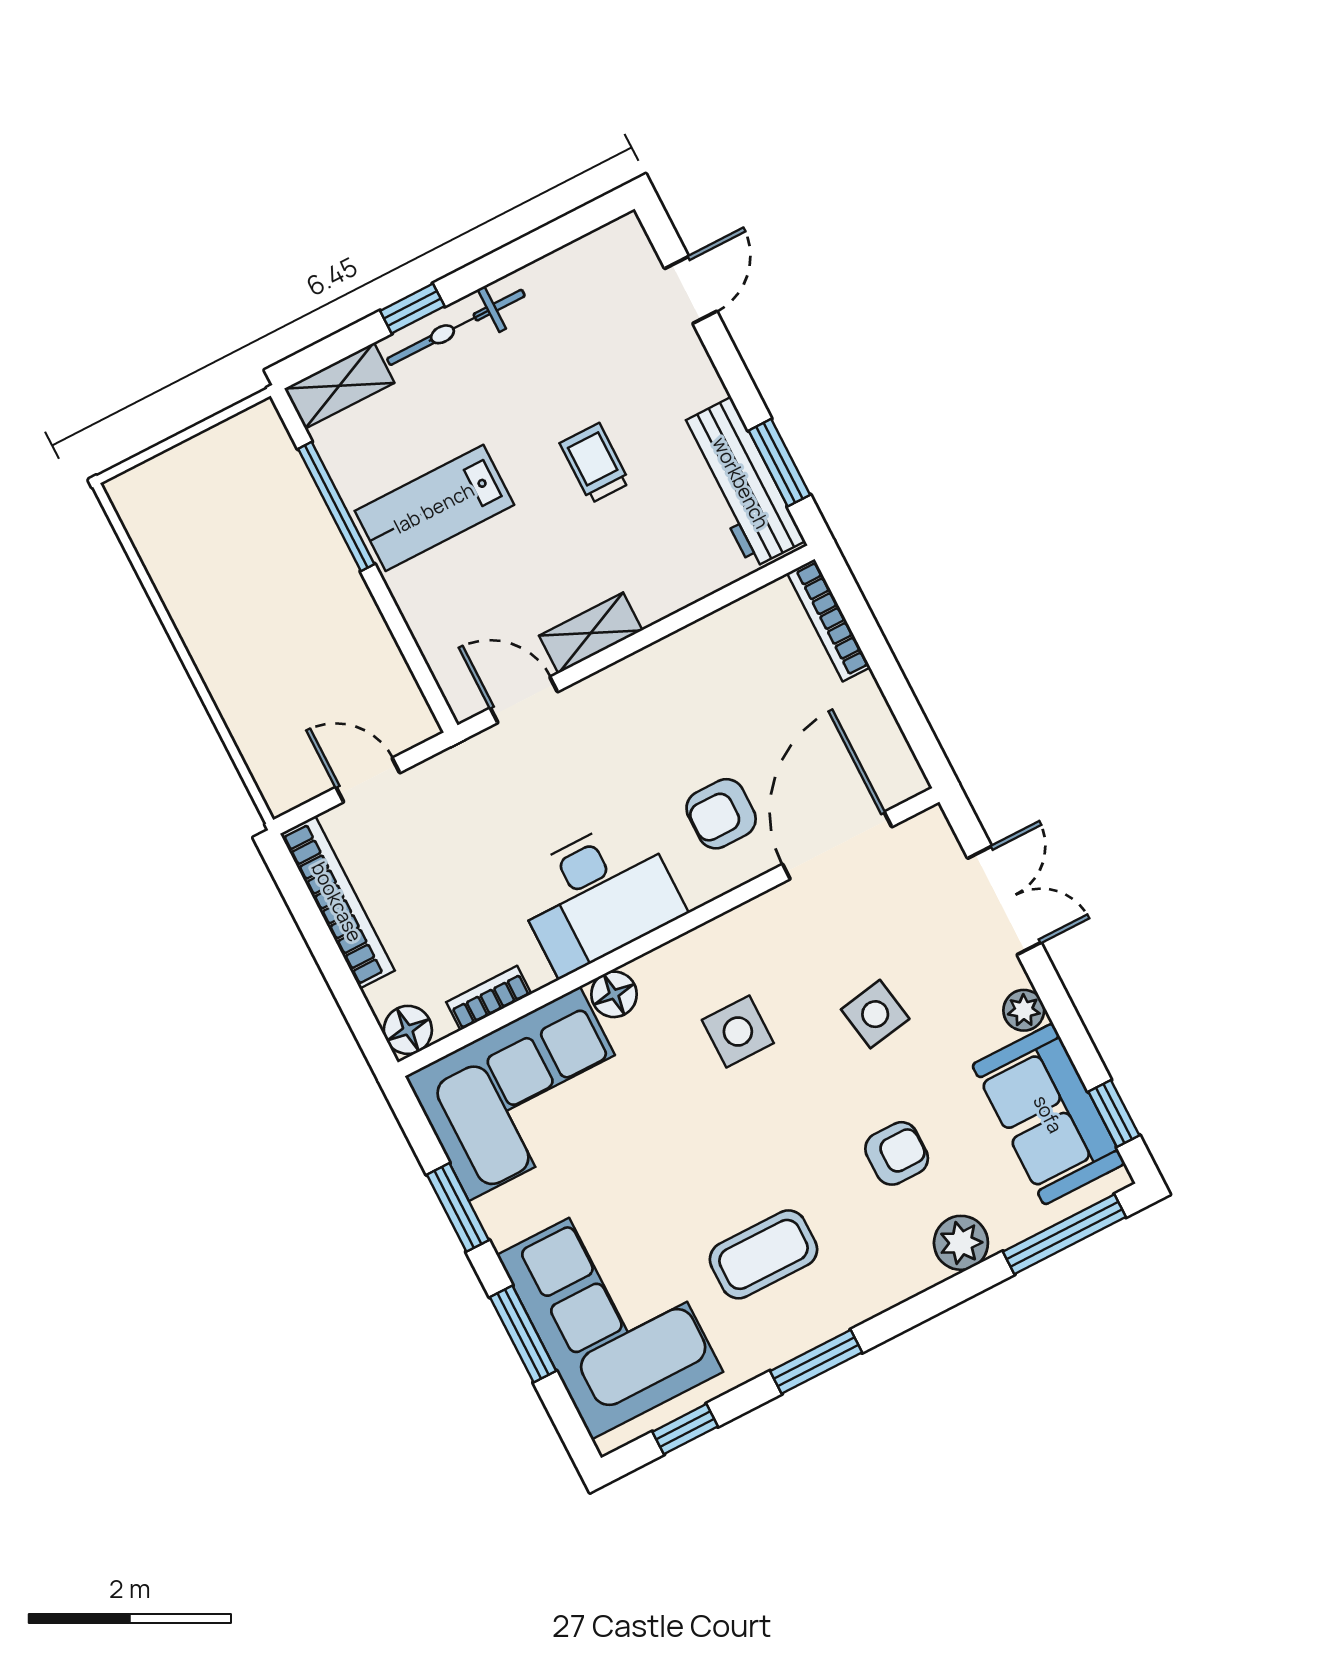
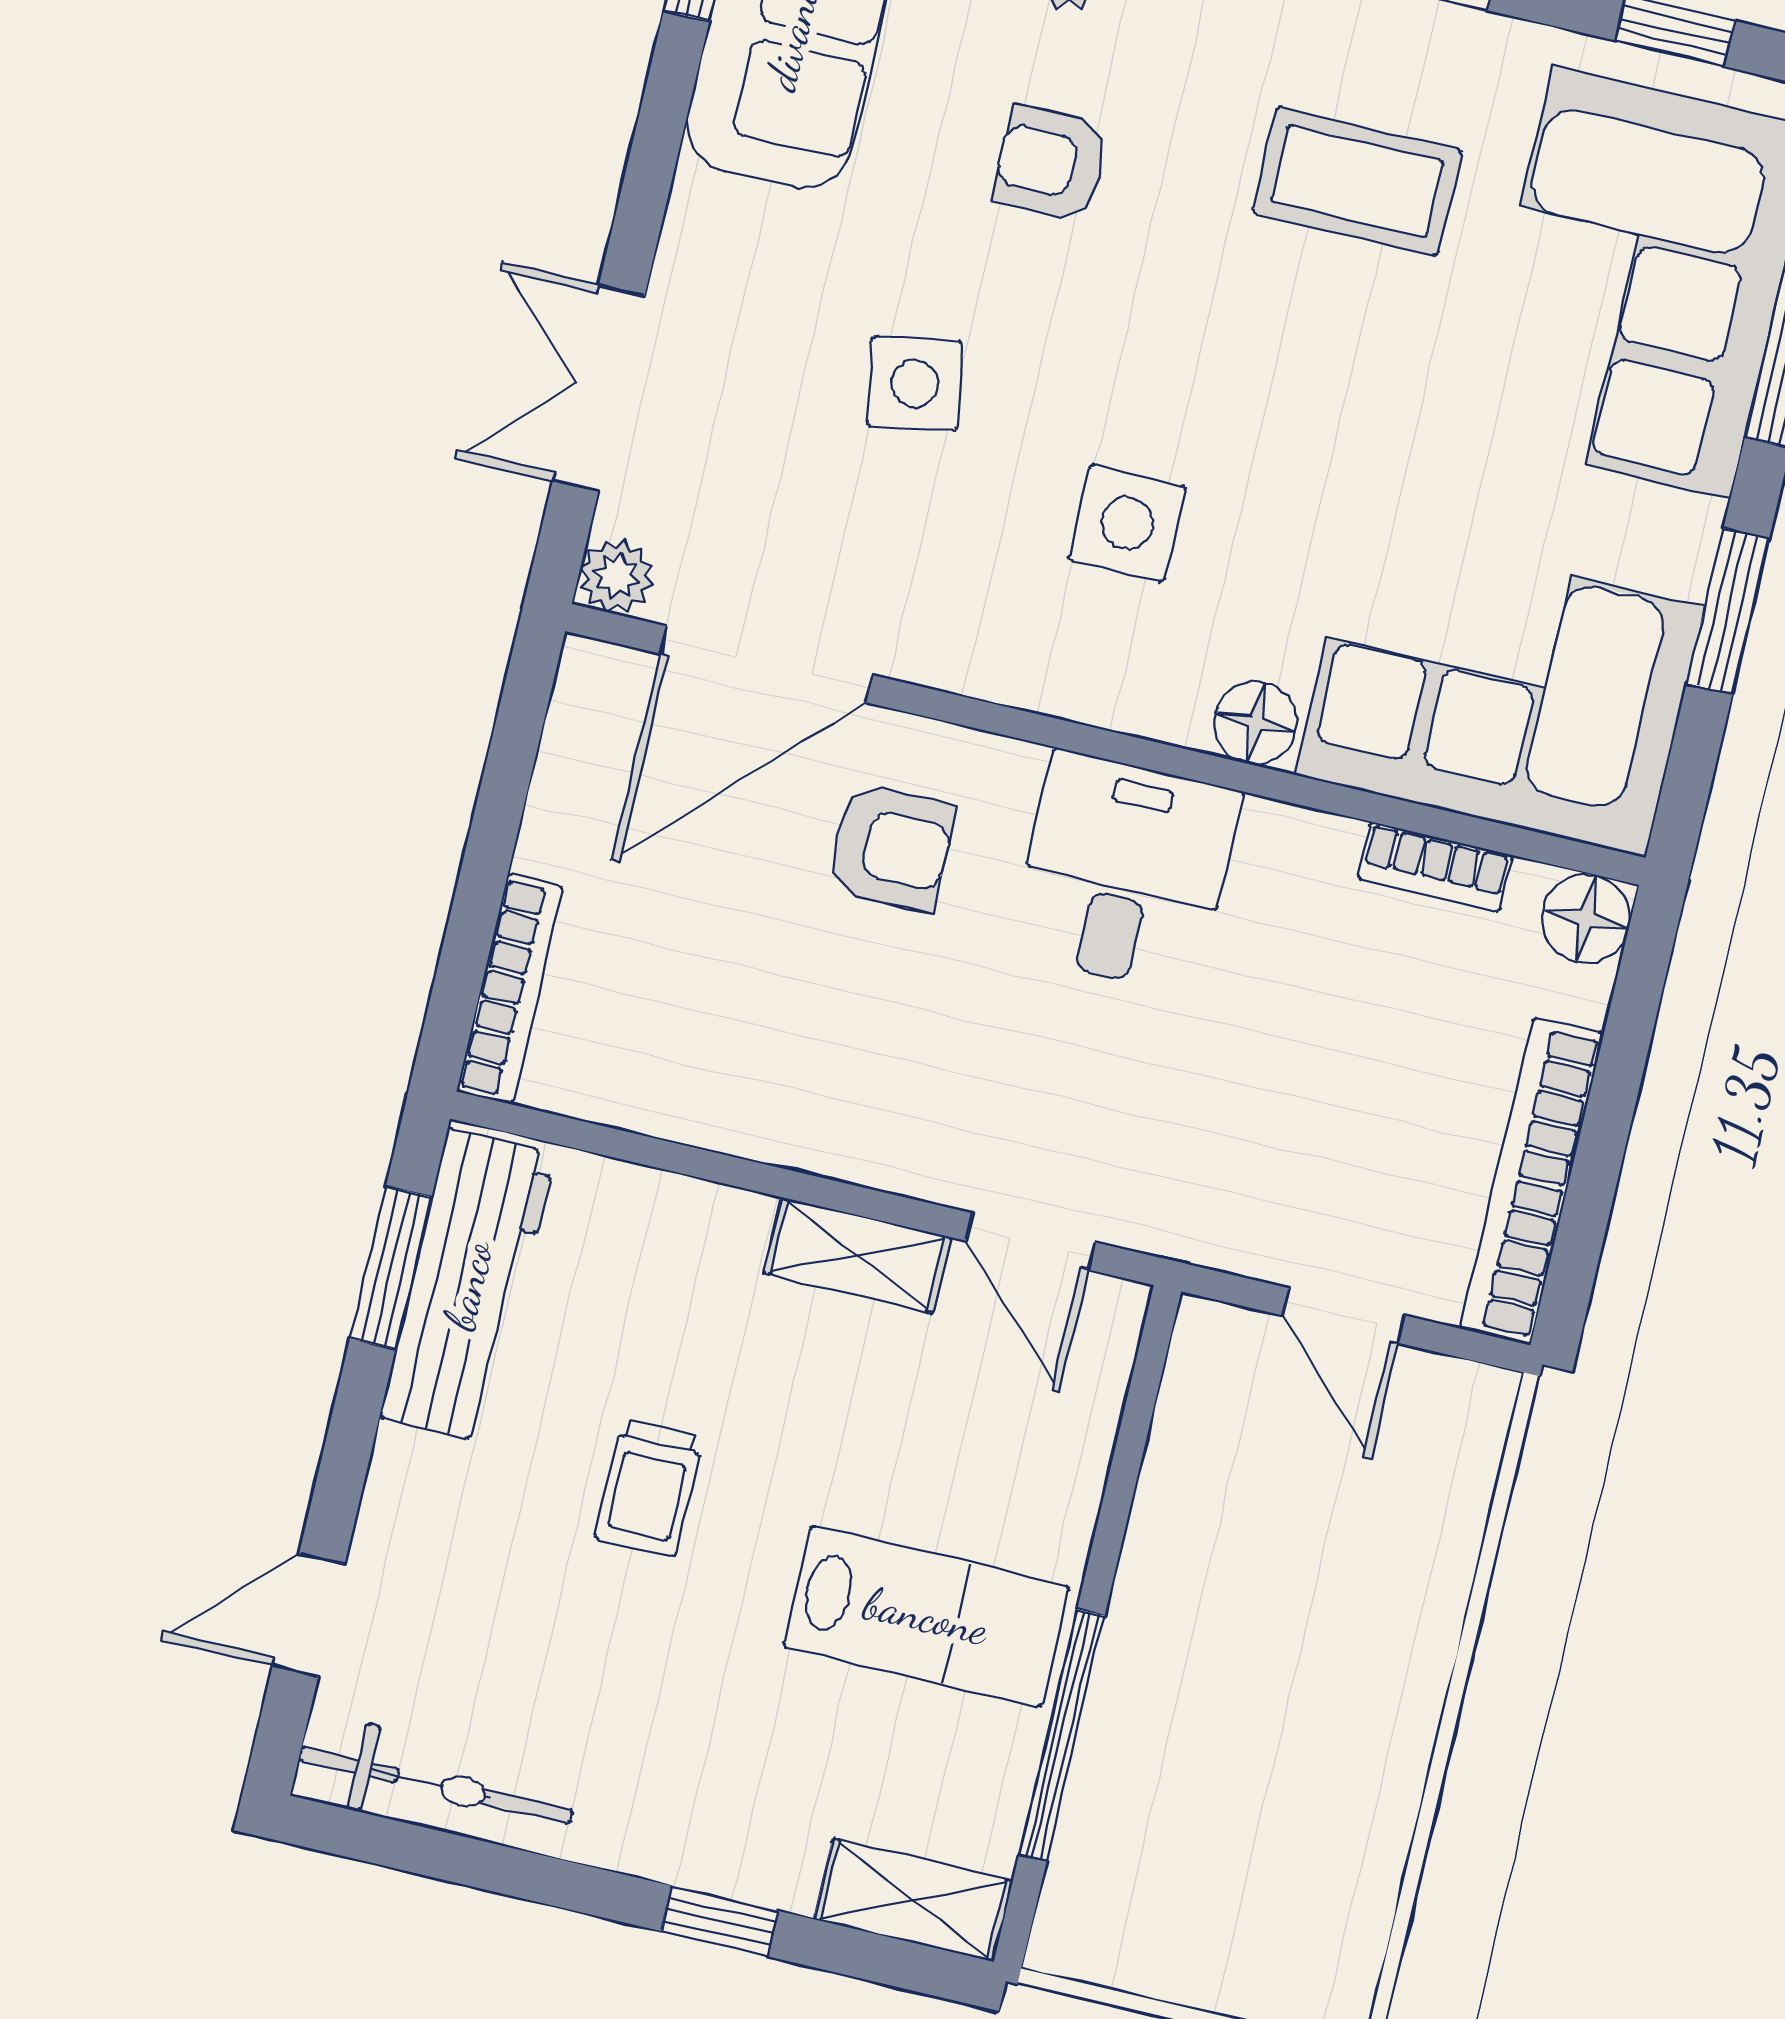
bicycle: (456, 327) -> (436, 1785), moved
desk: (598, 895) -> (1125, 872), width x0.73
plant: (1024, 1010) -> (616, 576), moved

